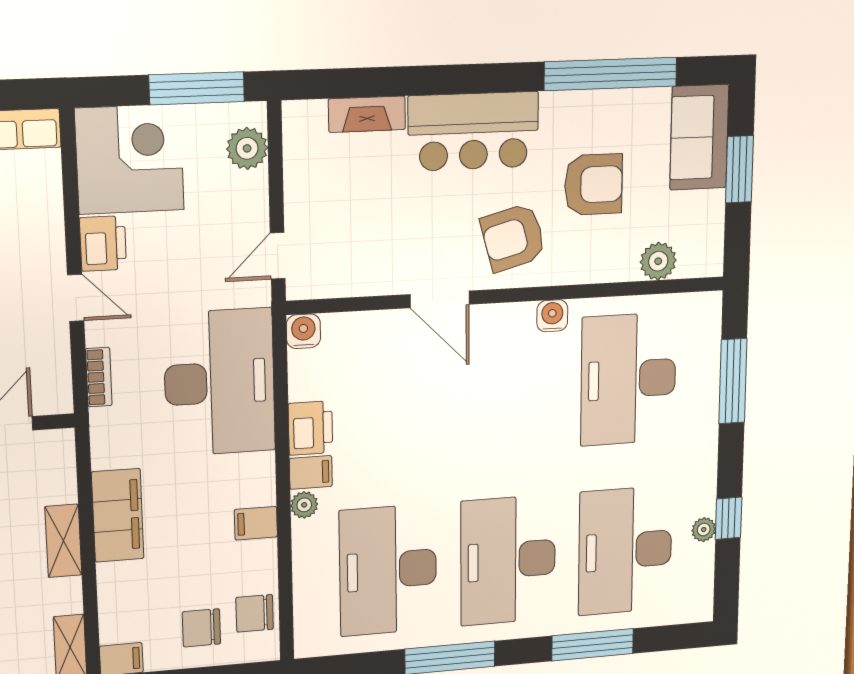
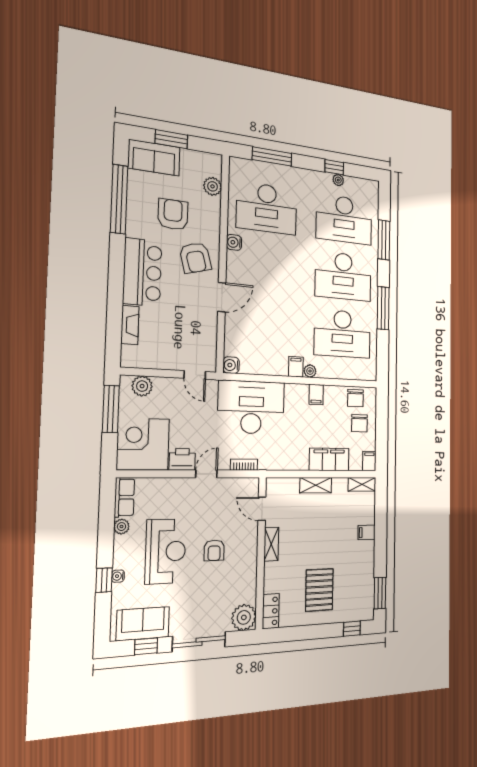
printer: (310, 428) -> (276, 365), removed
filing cabinet: (118, 515) -> (329, 459), moved

